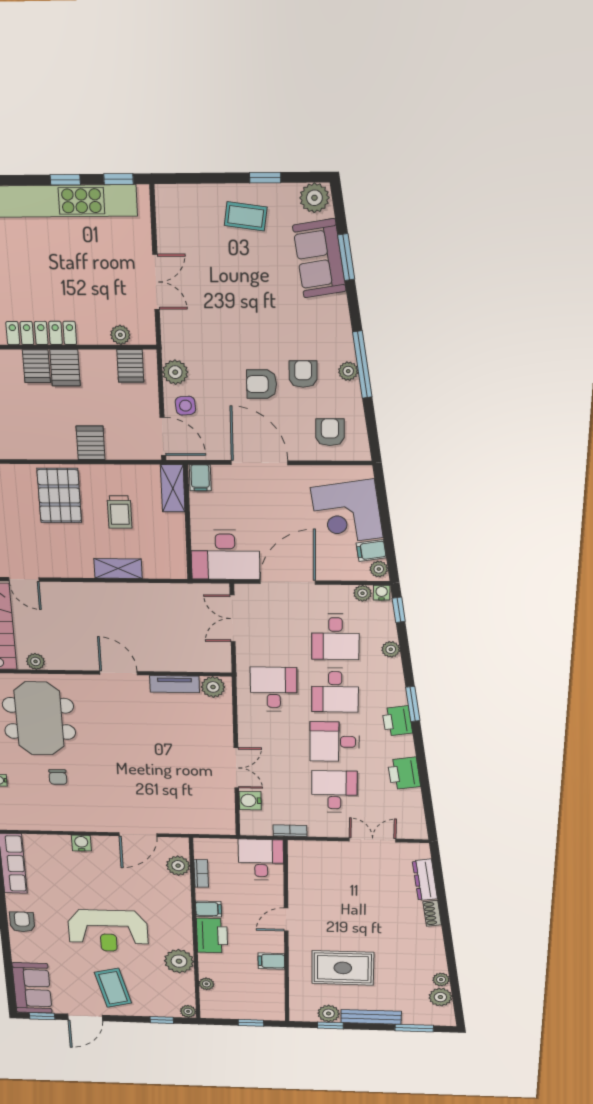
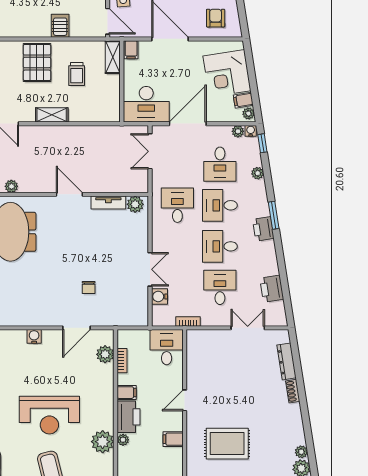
shelving: (118, 569) -> (52, 115), moved
desk: (335, 690) -> (220, 205), turned 90
printer: (404, 773) -> (272, 289), moved
chair: (58, 777) -> (89, 287), moved
plant: (206, 984) -> (123, 440), moved

